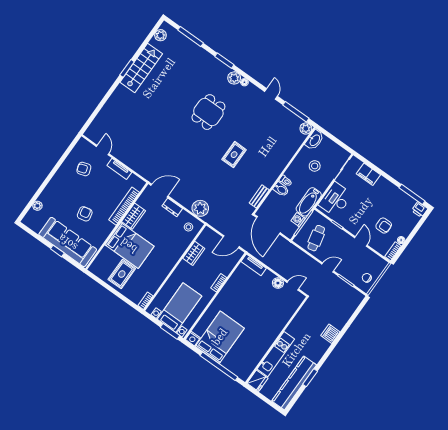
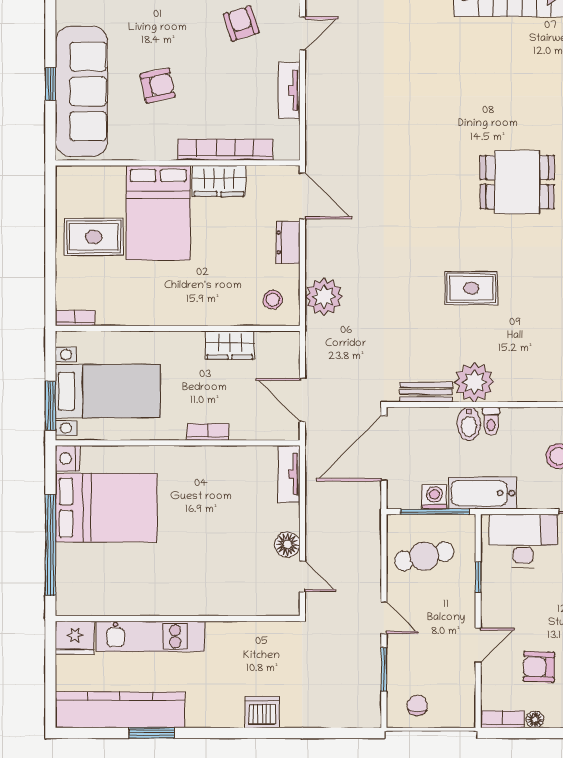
plant: (268, 177) -> (474, 382), added
armchair: (384, 226) -> (539, 667), turned 92

